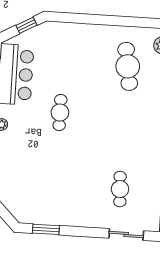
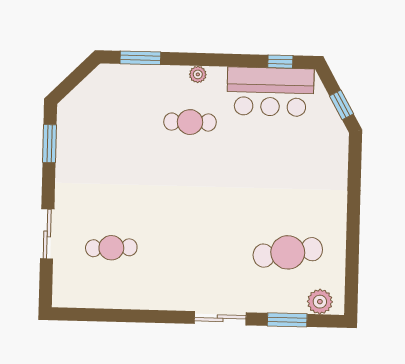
cafe table: (60, 113) -> (190, 122), moved
sliding door: (126, 234) -> (47, 234), moved

